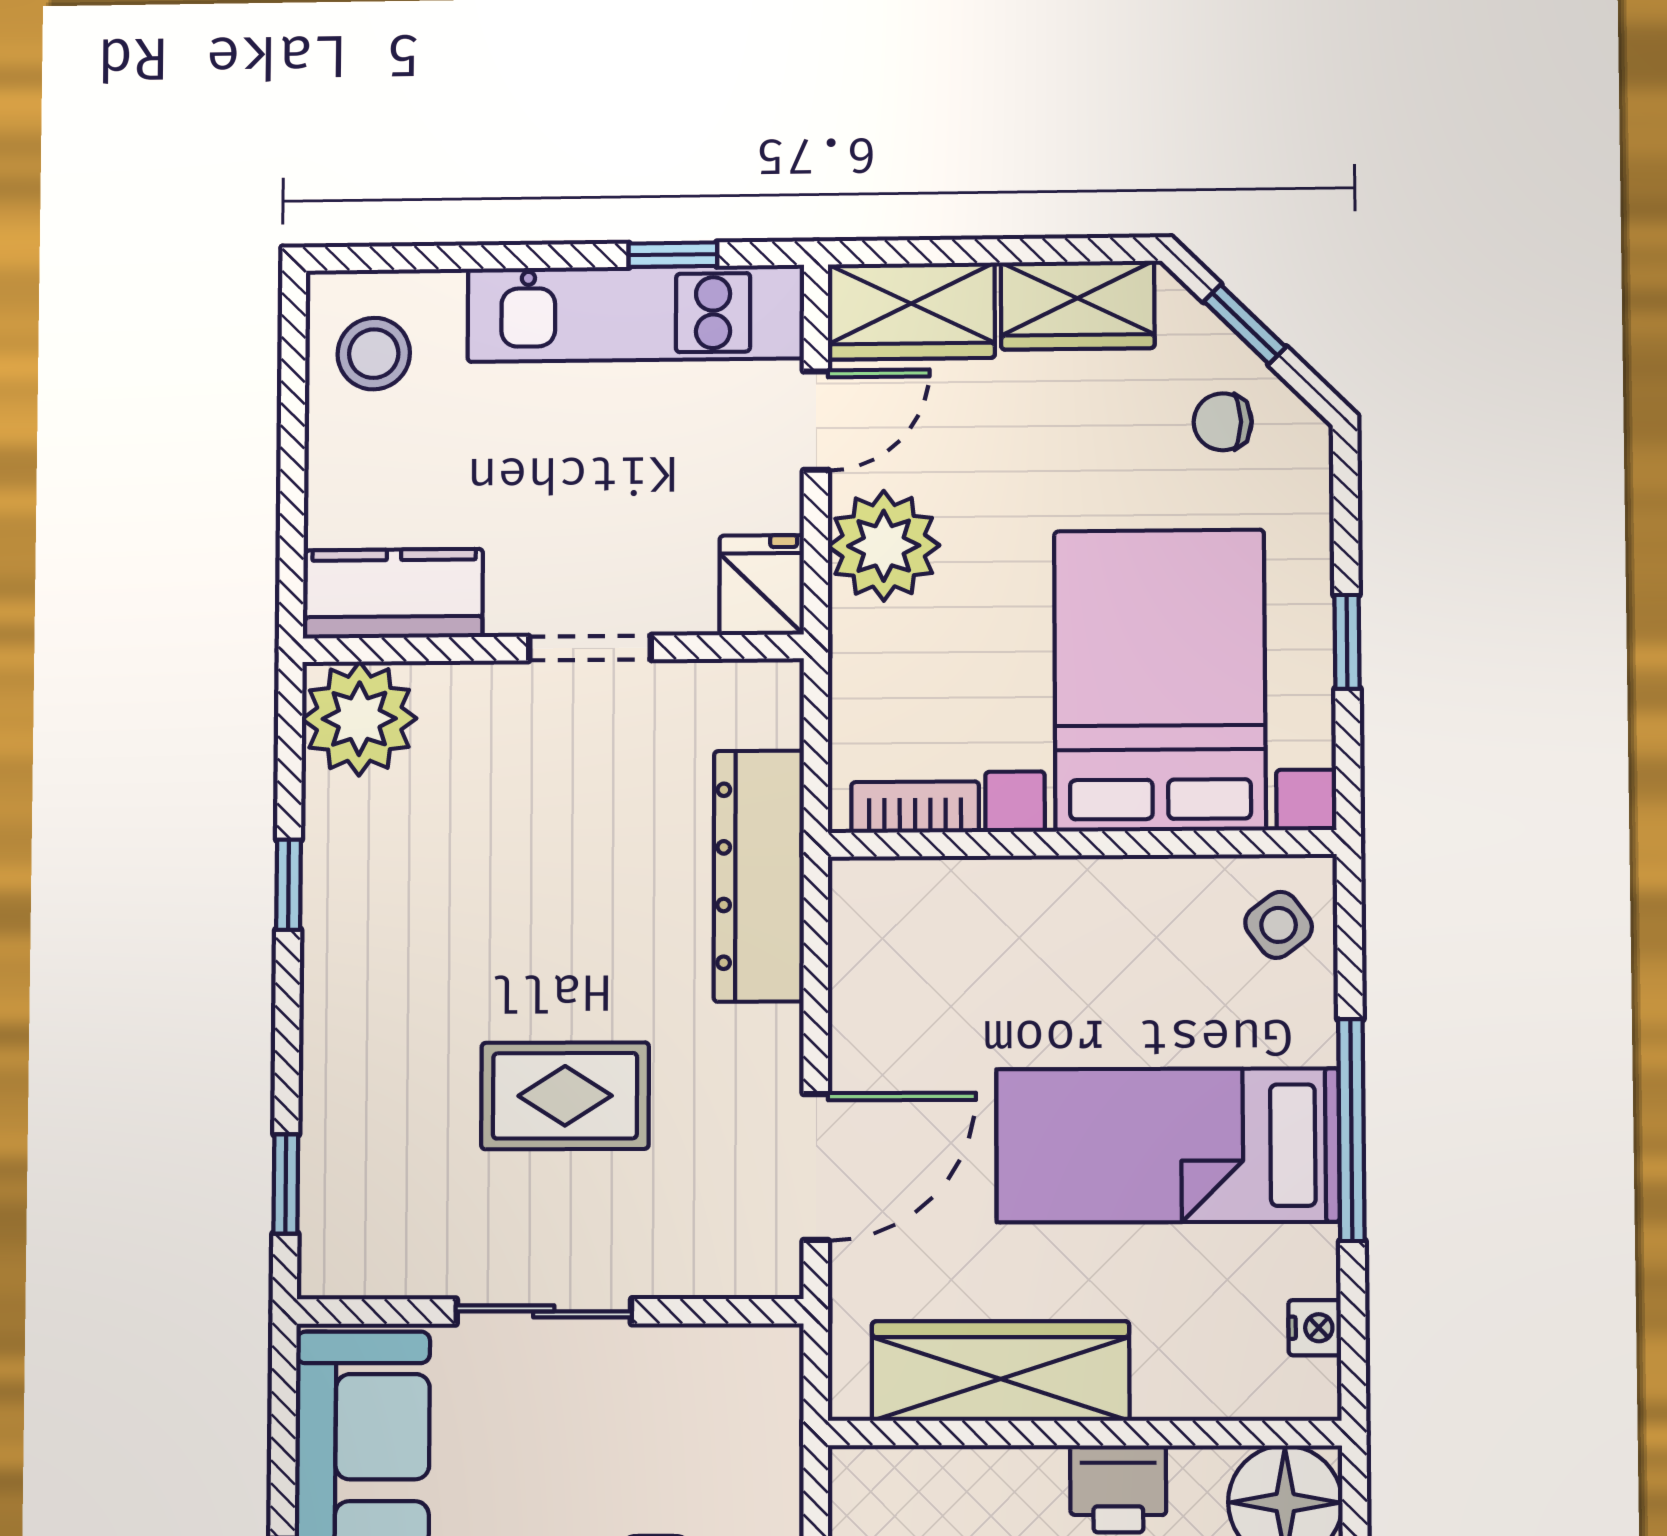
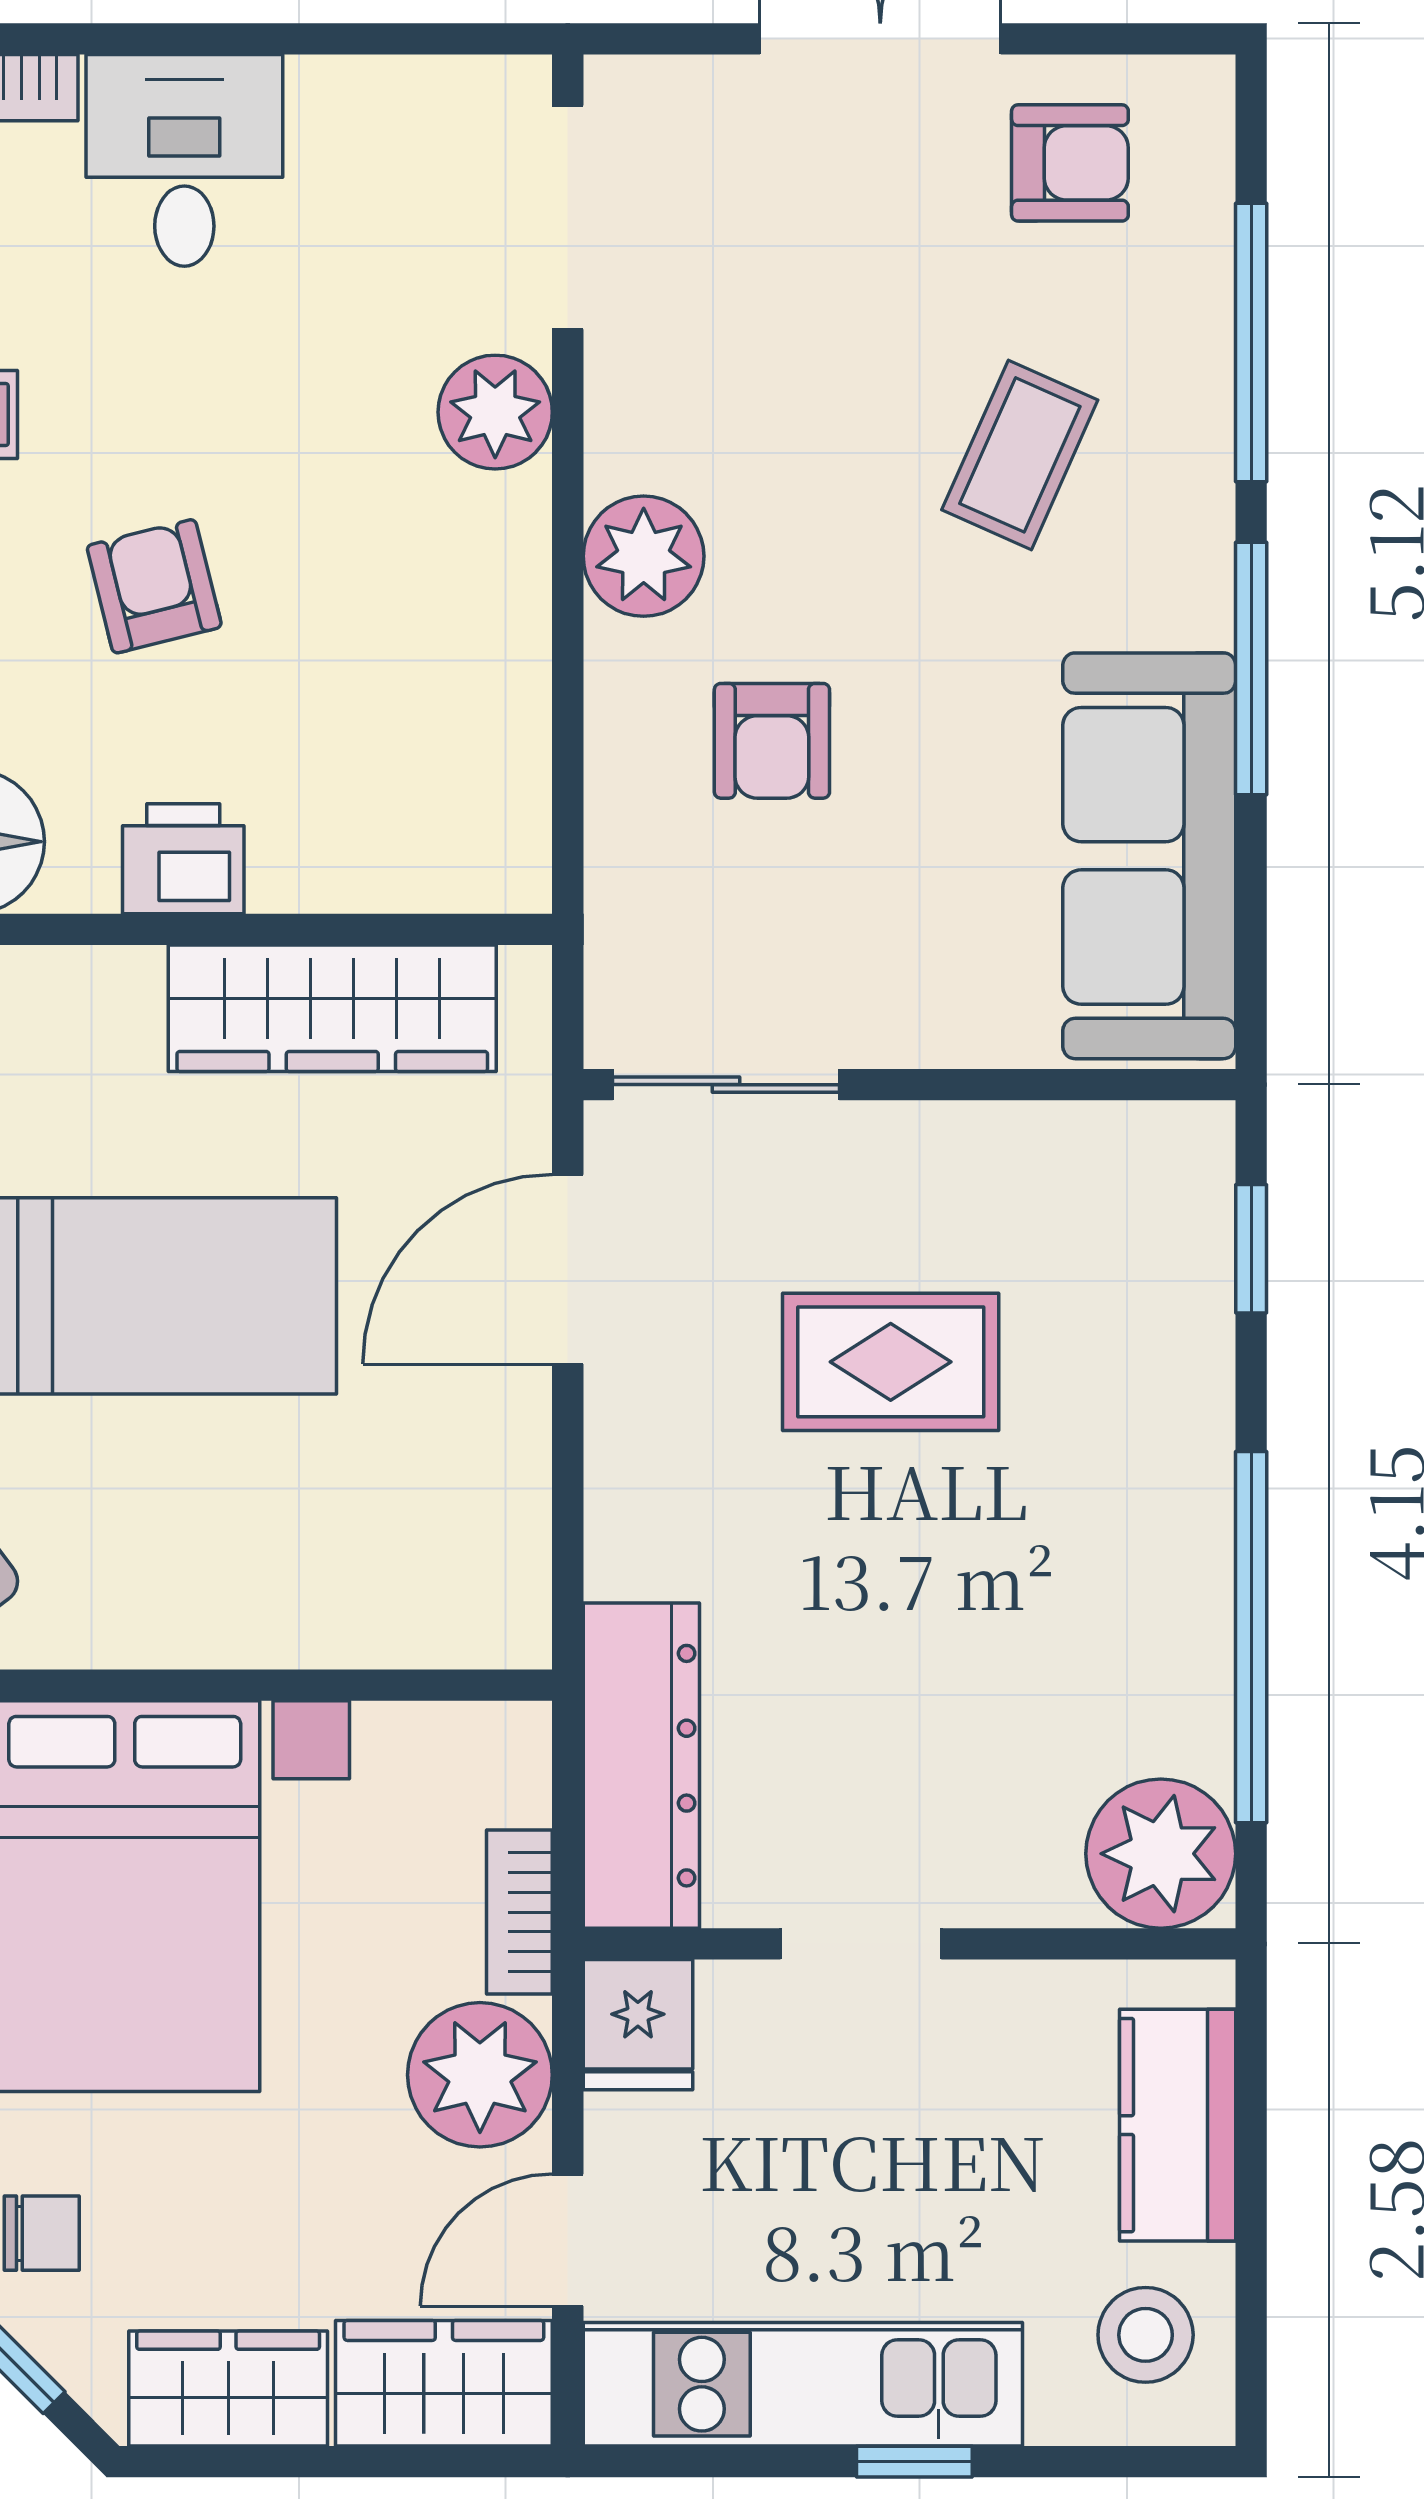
window: (673, 255) -> (914, 2462), moved
kitchen counter: (394, 594) -> (1178, 2125), moved, turned 90
bookcase: (915, 807) -> (519, 1912), moved, turned 90
dresser: (759, 876) -> (641, 1766), moved
window: (289, 885) -> (1251, 1637), width x3.17
sliding door: (544, 1311) -> (726, 1085), moved

